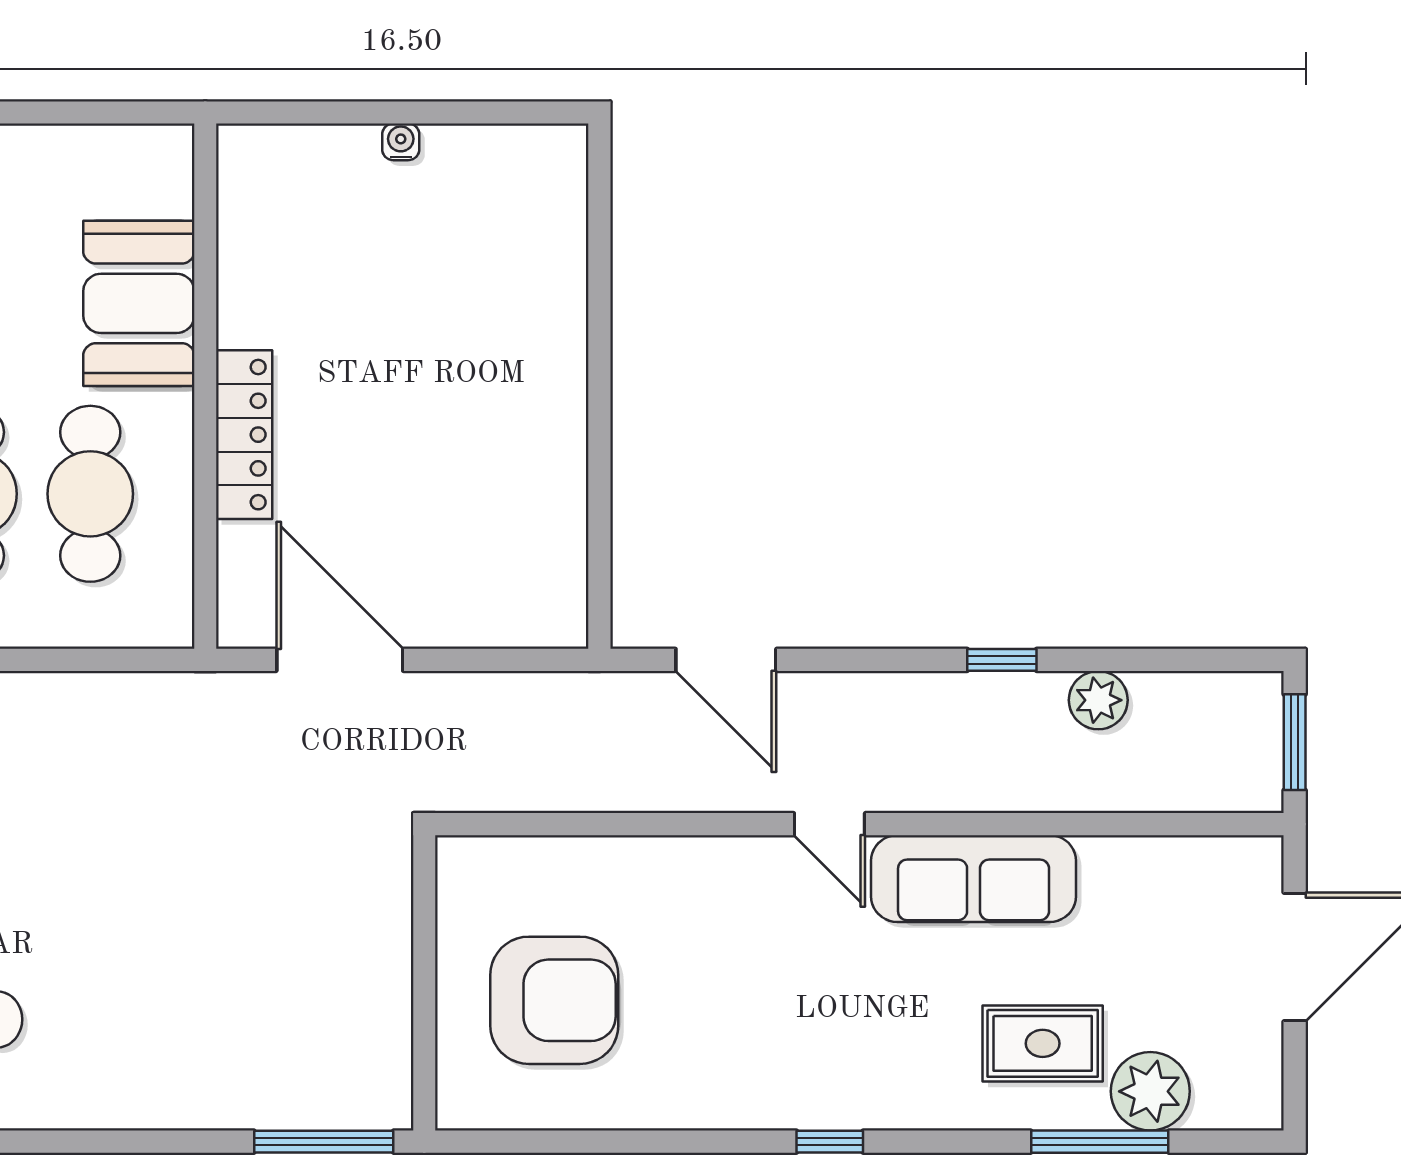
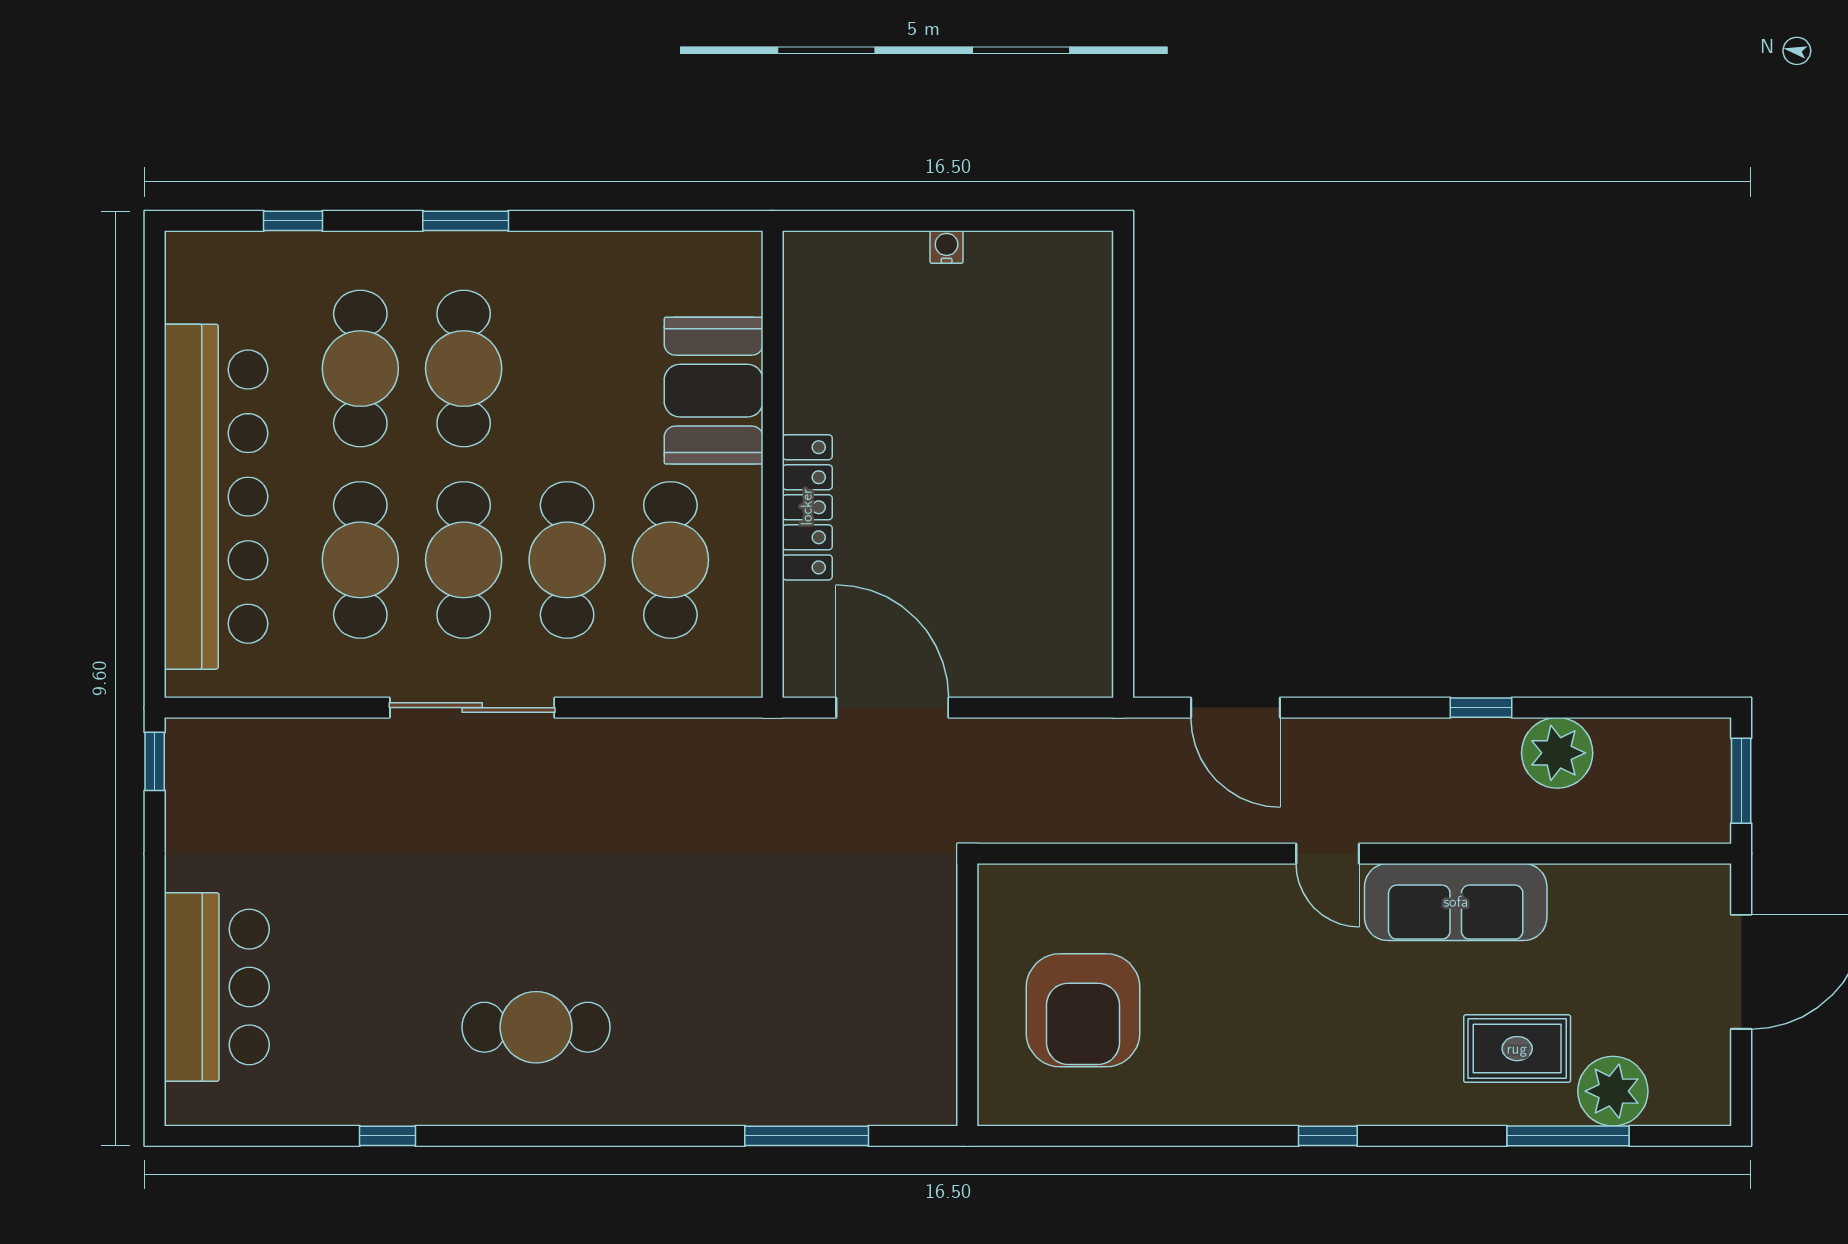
plant: (1098, 700) -> (1557, 753), width x1.36, depth x1.36
armchair: (554, 1000) -> (1083, 1010), turned 90
window: (324, 1142) -> (807, 1136), moved

